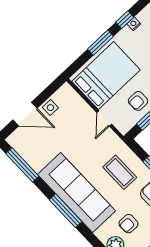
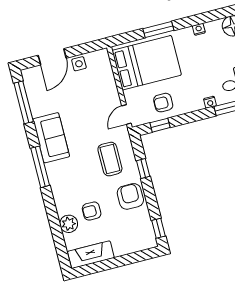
window: (125, 20) -> (193, 21), removed
door: (25, 114) -> (52, 57), hinge flipped
door: (104, 118) -> (126, 115), moved
sofa: (77, 193) -> (51, 138), width x0.54, depth x0.79

